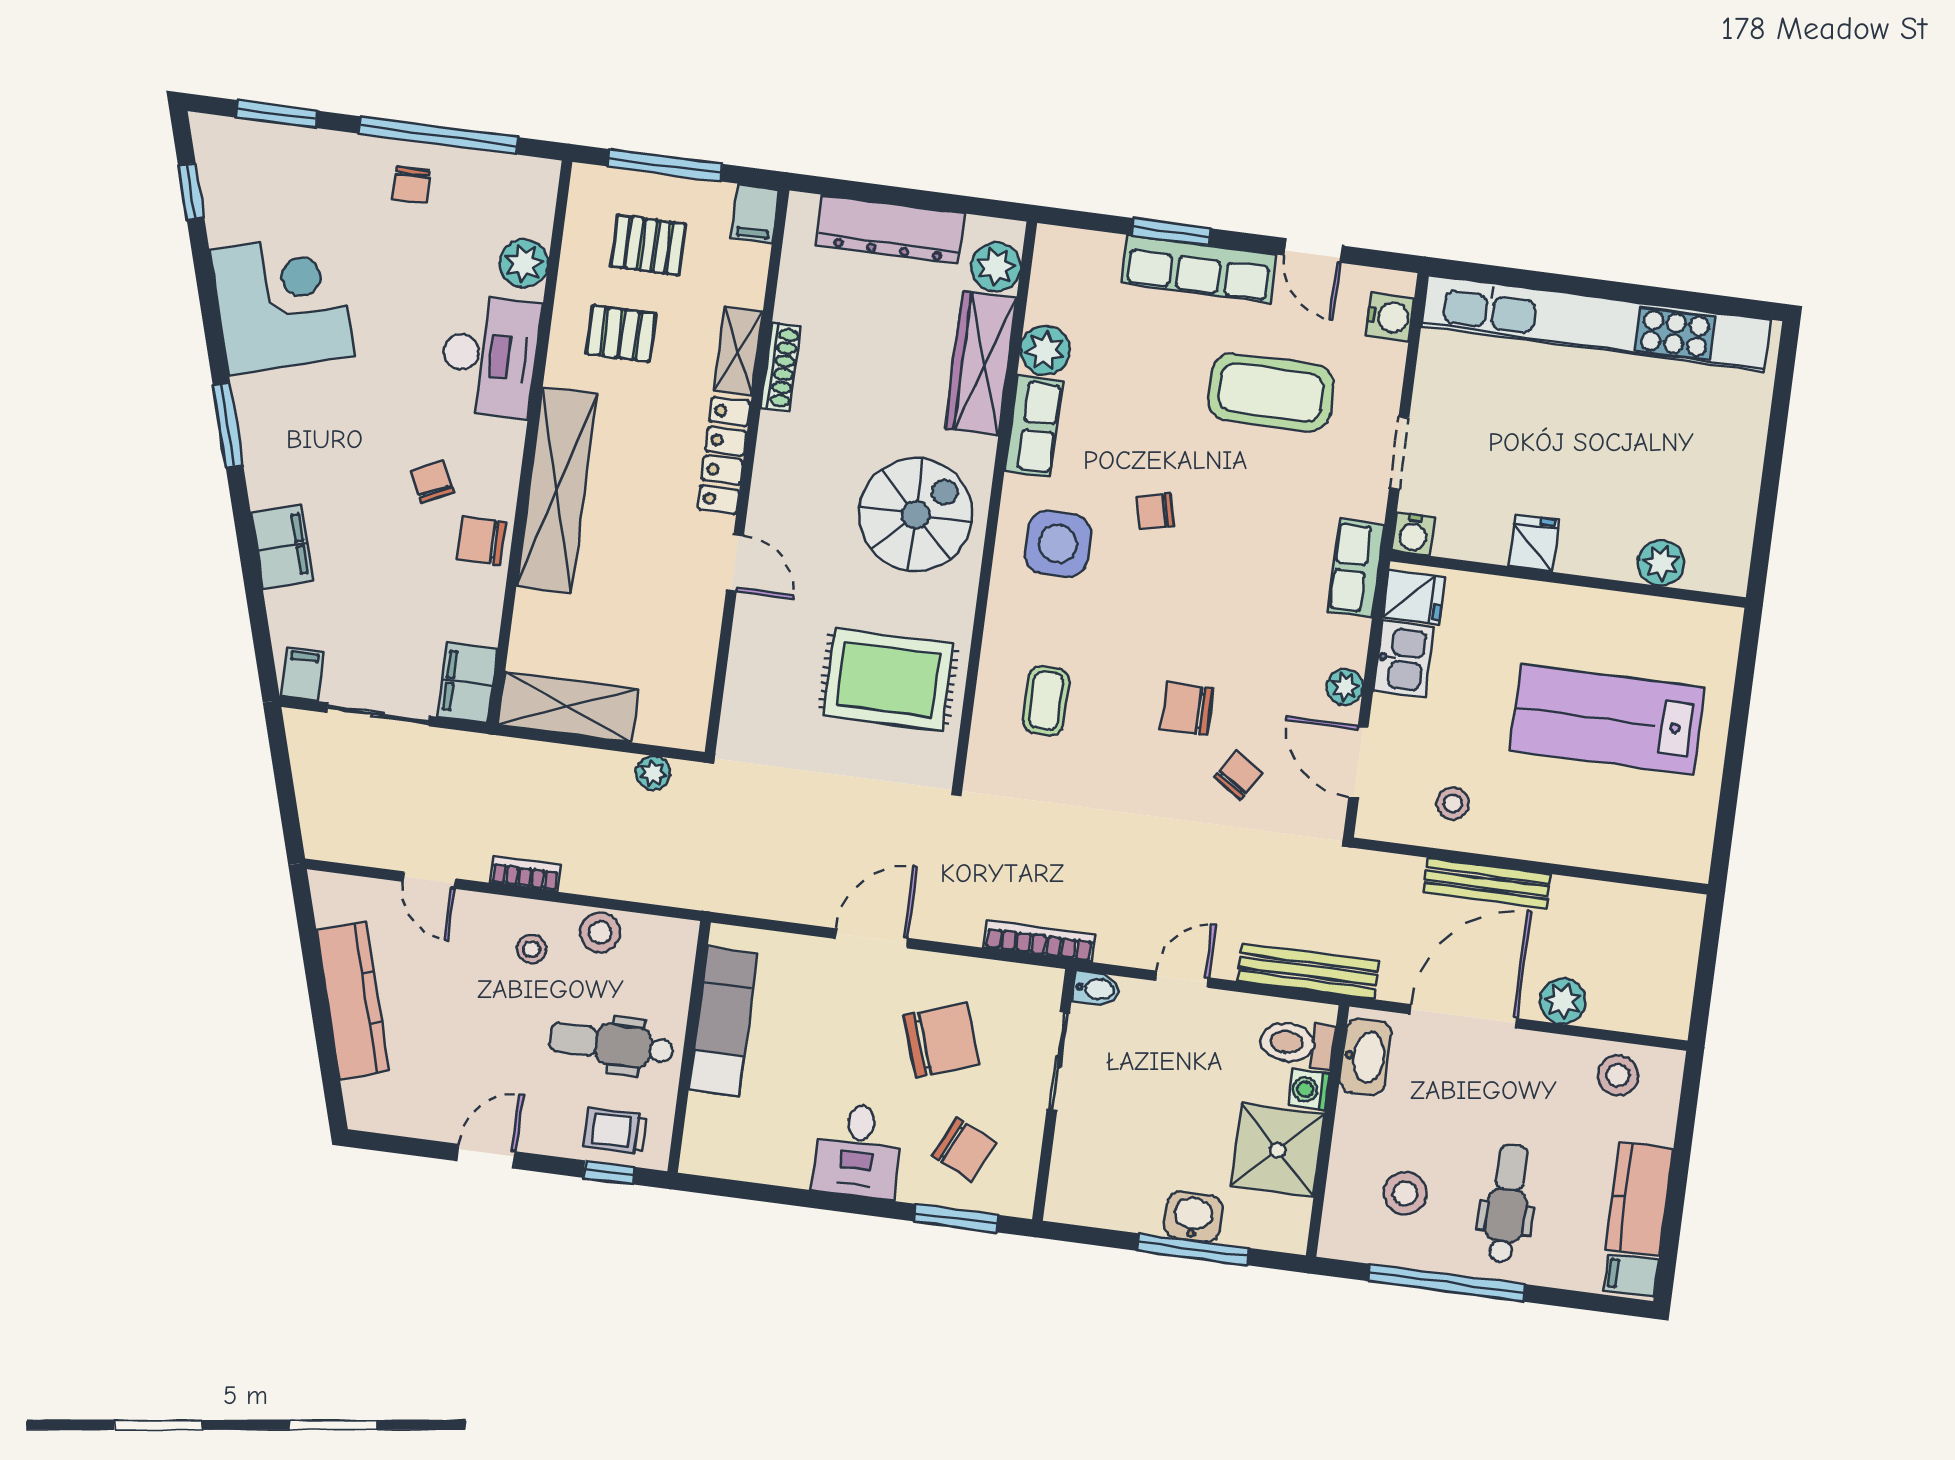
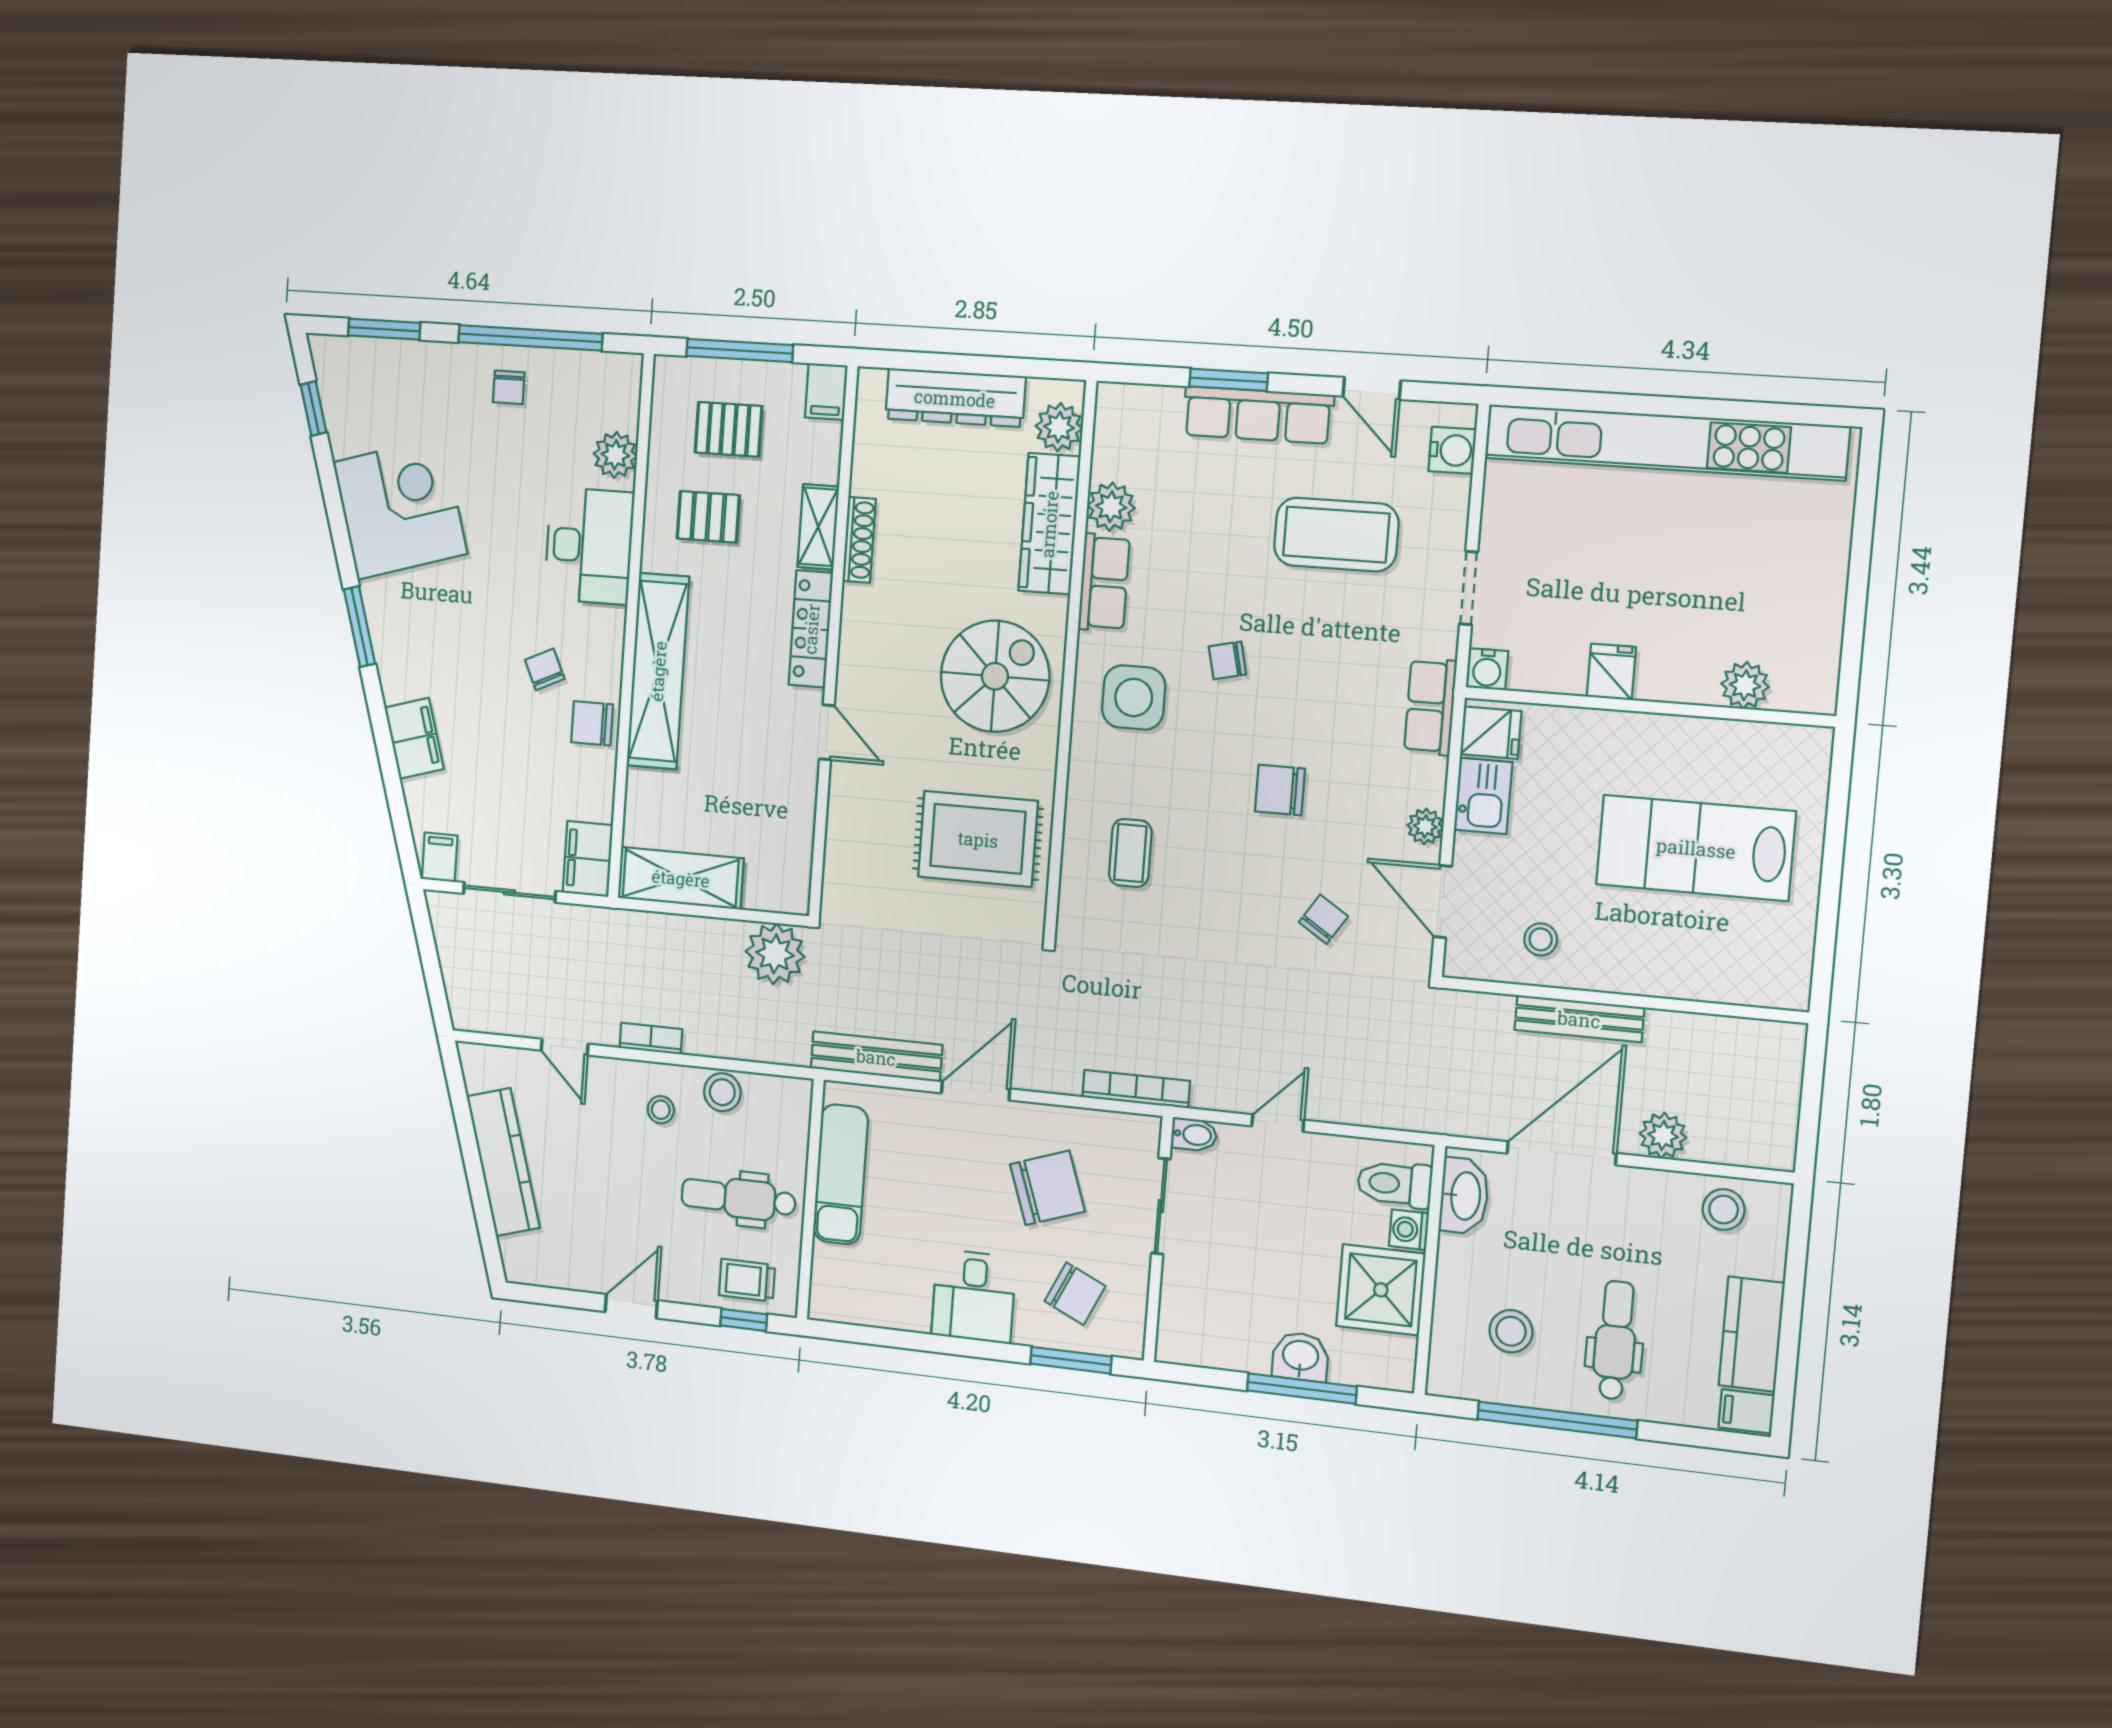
chair: (1187, 709) -> (1280, 790), moved
plant: (653, 773) -> (775, 954), width x1.88, depth x1.88
bench: (1308, 971) -> (876, 1057), moved

